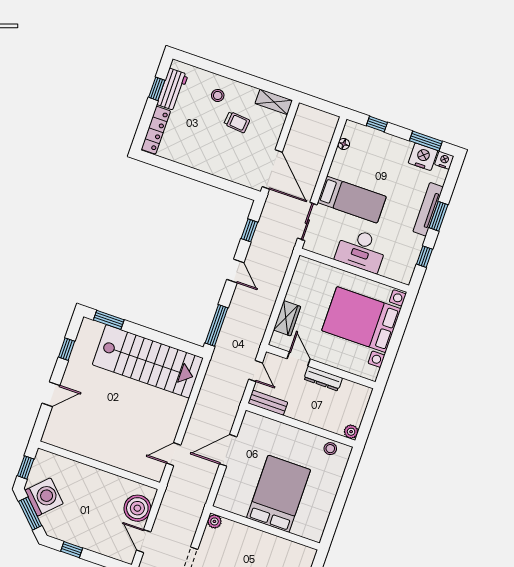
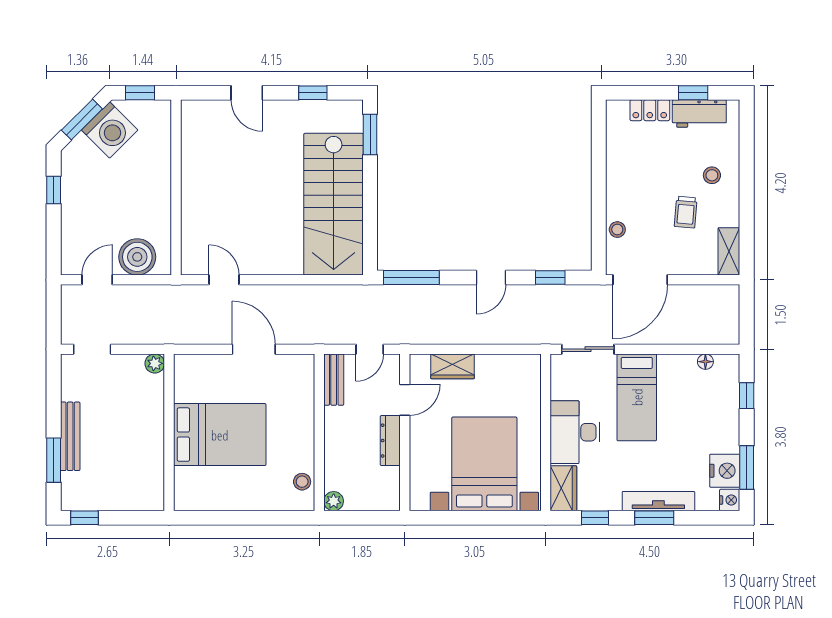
locker: (156, 130) -> (650, 110), width x0.66
stool: (232, 173) -> (617, 230), added
wardrobe: (397, 271) -> (563, 488), added

